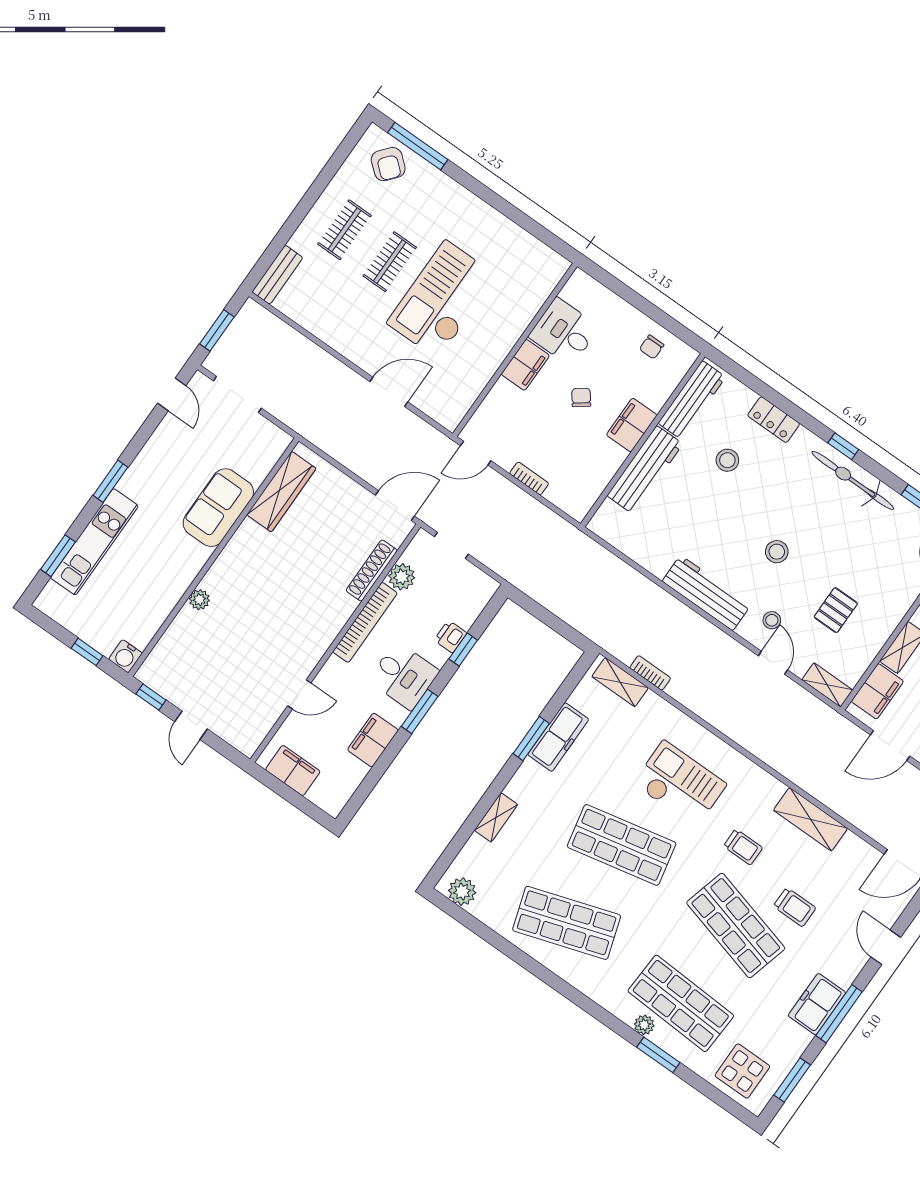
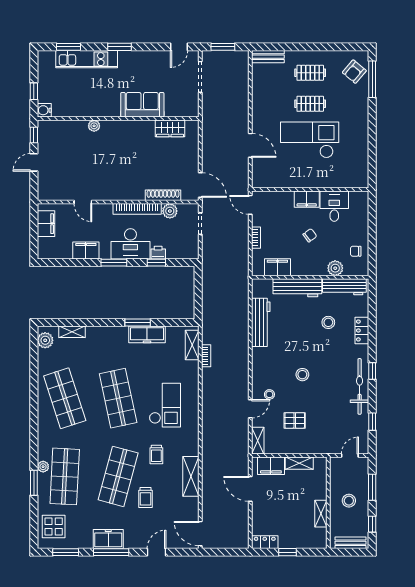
plant: (655, 394) -> (335, 268), added
filing cabinet: (632, 425) -> (277, 267), moved
wardrobe: (281, 492) -> (170, 128), width x0.67
workbench: (707, 593) -> (261, 322), moved
desk: (404, 676) -> (130, 244), width x1.37
shelving: (496, 817) -> (72, 332), moved

